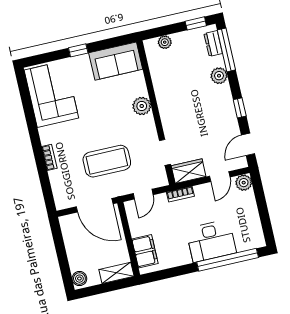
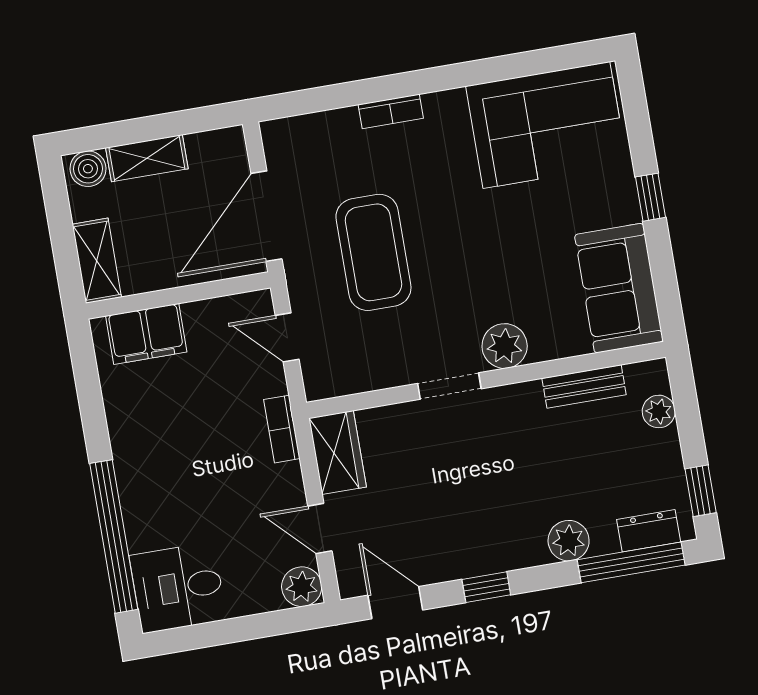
bench: (156, 73) -> (584, 386), added
doorway: (165, 152) -> (449, 386), moved
desk: (211, 241) -> (178, 588), moved, width x0.73
shelving: (74, 255) -> (147, 158), added

